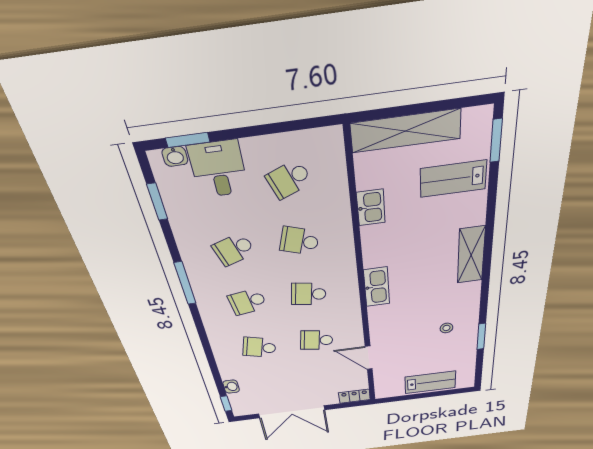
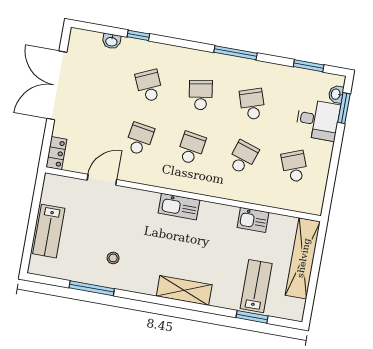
window: (496, 141) -> (252, 317), moved
window: (481, 336) -> (92, 288), width x1.44
school desk: (259, 347) -> (149, 86), turned -39
window: (226, 404) -> (138, 35), moved

